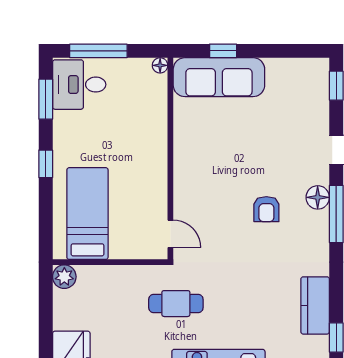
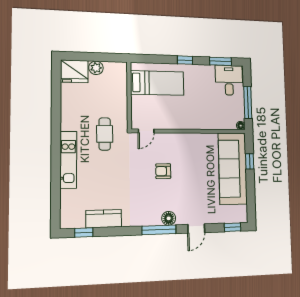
window: (98, 51) -> (248, 102), moved
sofa: (219, 77) -> (233, 169), width x1.36, depth x1.27
armchair: (266, 209) -> (163, 171), moved
plant: (64, 277) -> (96, 68), moved

